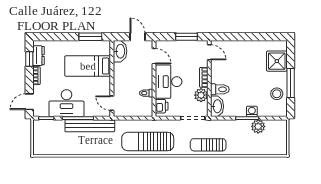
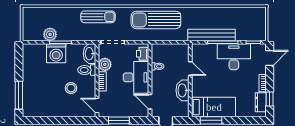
washbasin: (120, 51) -> (183, 90), moved
shower: (277, 61) -> (32, 97), removed
bed: (88, 66) -> (214, 107), moved
window: (291, 83) -> (19, 95), moved
stool: (277, 94) -> (71, 88), moved
door: (112, 103) -> (190, 68), moved
washing machine: (252, 111) -> (56, 53), width x1.89, depth x1.89
sun lounger: (148, 142) -> (156, 20), turned 180

